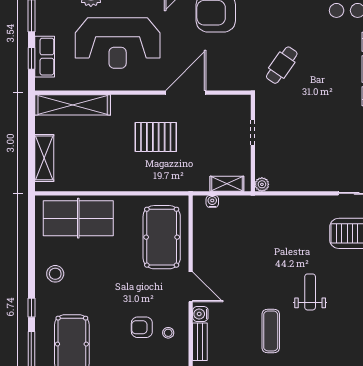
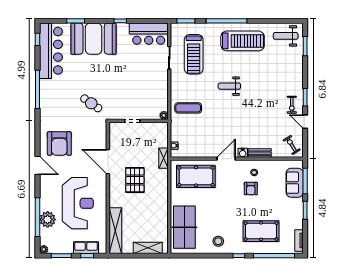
shelving: (227, 184) -> (163, 158), moved
exercise mat: (271, 331) -> (188, 108), moved

